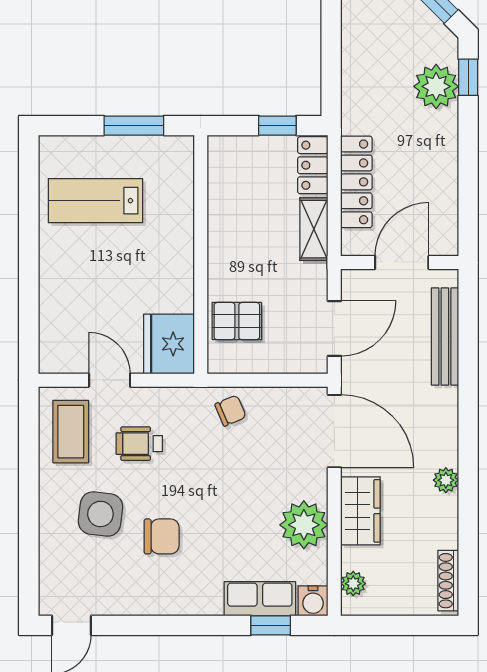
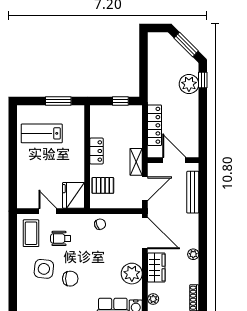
locker: (313, 165) -> (97, 151), moved, turned 180
shelving: (314, 229) -> (136, 162), moved
door: (402, 262) -> (174, 160), hinge flipped

